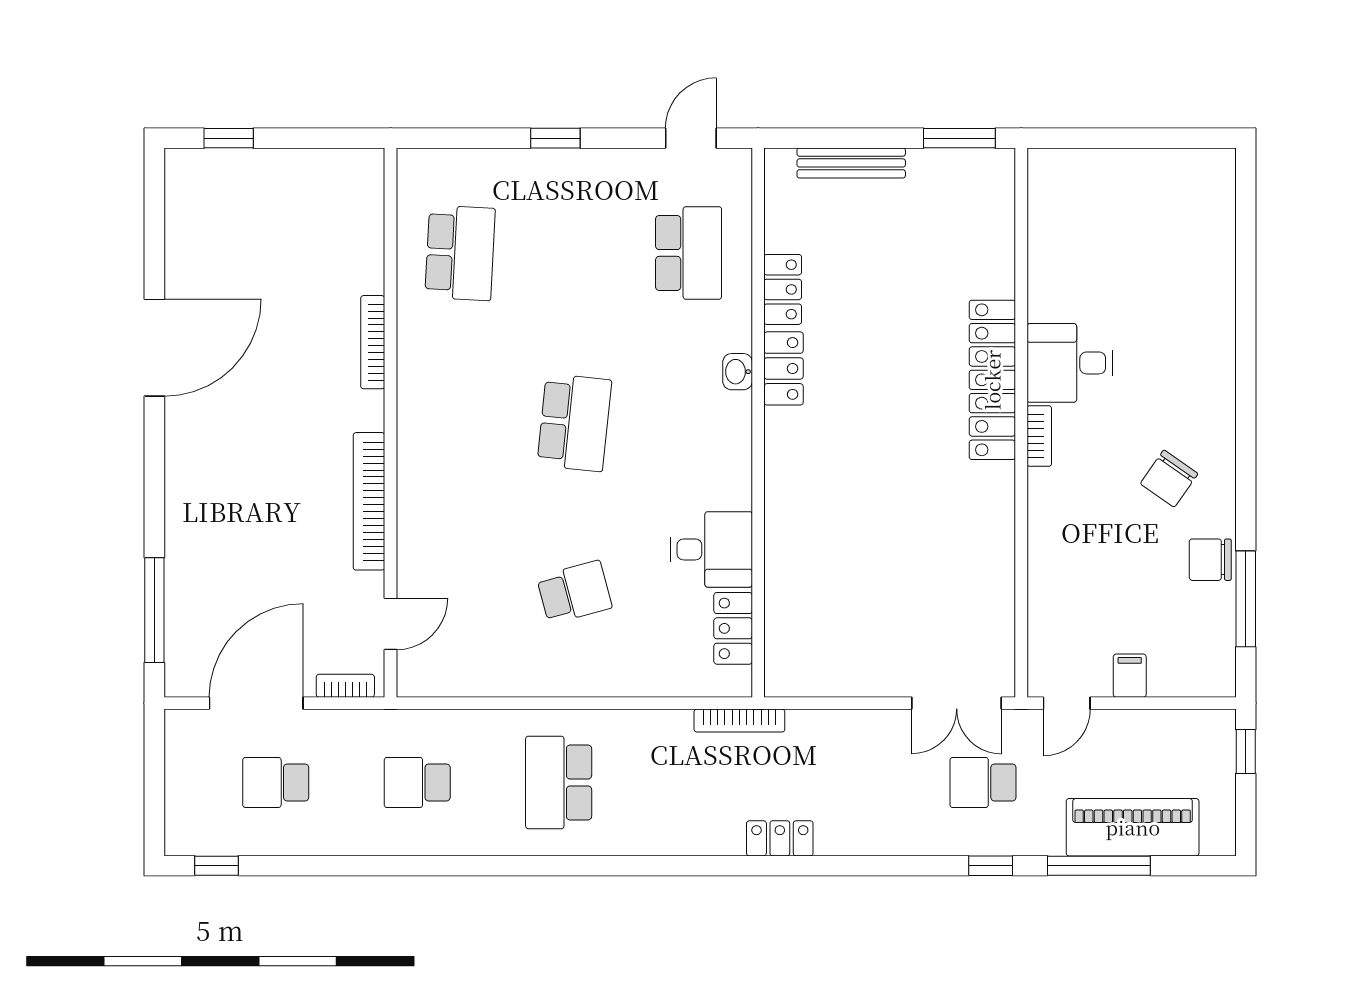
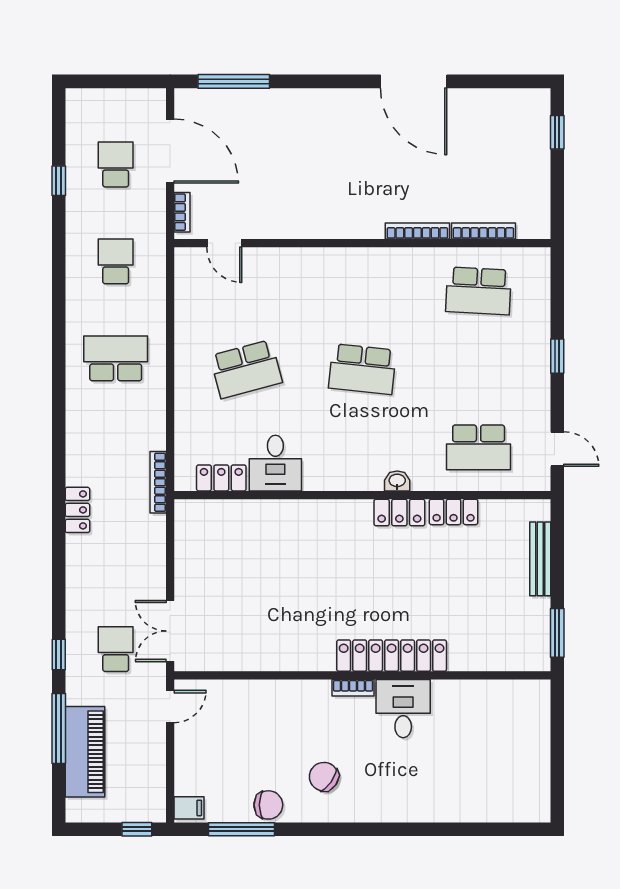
bookcase: (369, 501) -> (483, 231), moved, width x0.68, depth x0.76
chair: (1210, 560) -> (268, 805), turned 90
school desk: (574, 592) -> (246, 369), width x1.85
filing cabinet: (1130, 676) -> (189, 808), moved
door: (1067, 703) -> (170, 707), swing flipped
window: (217, 866) -> (59, 181), moved

